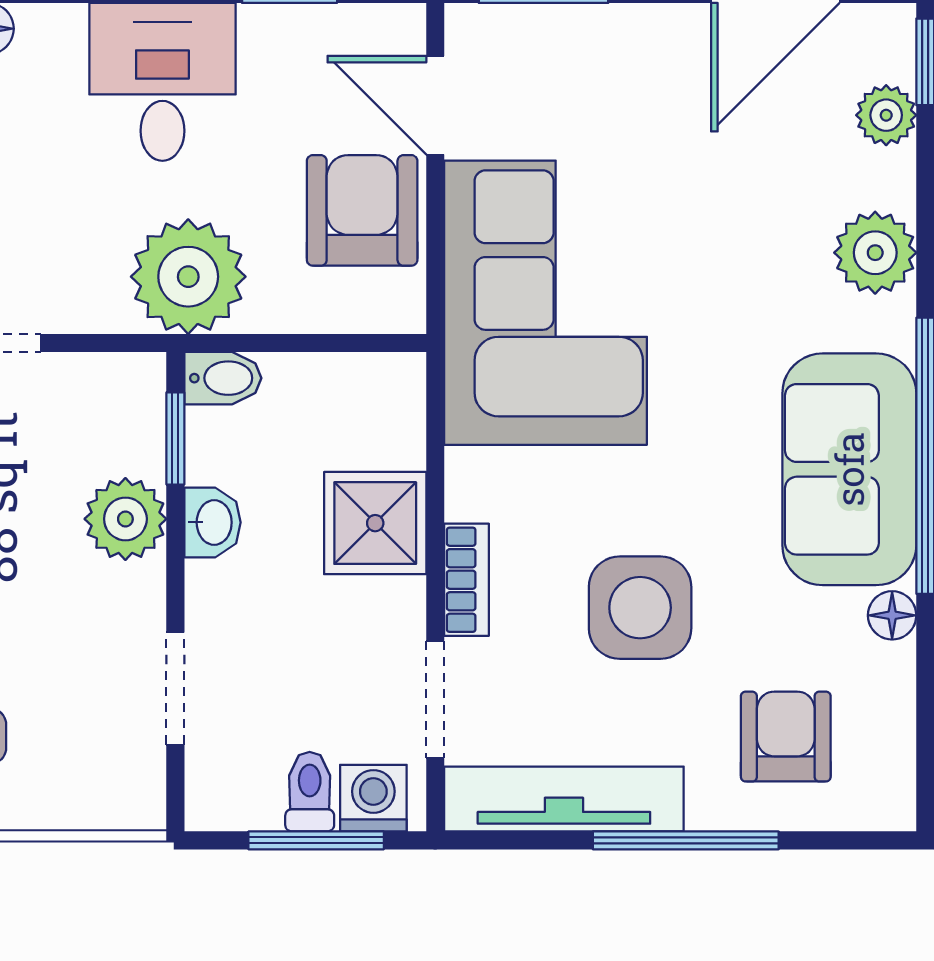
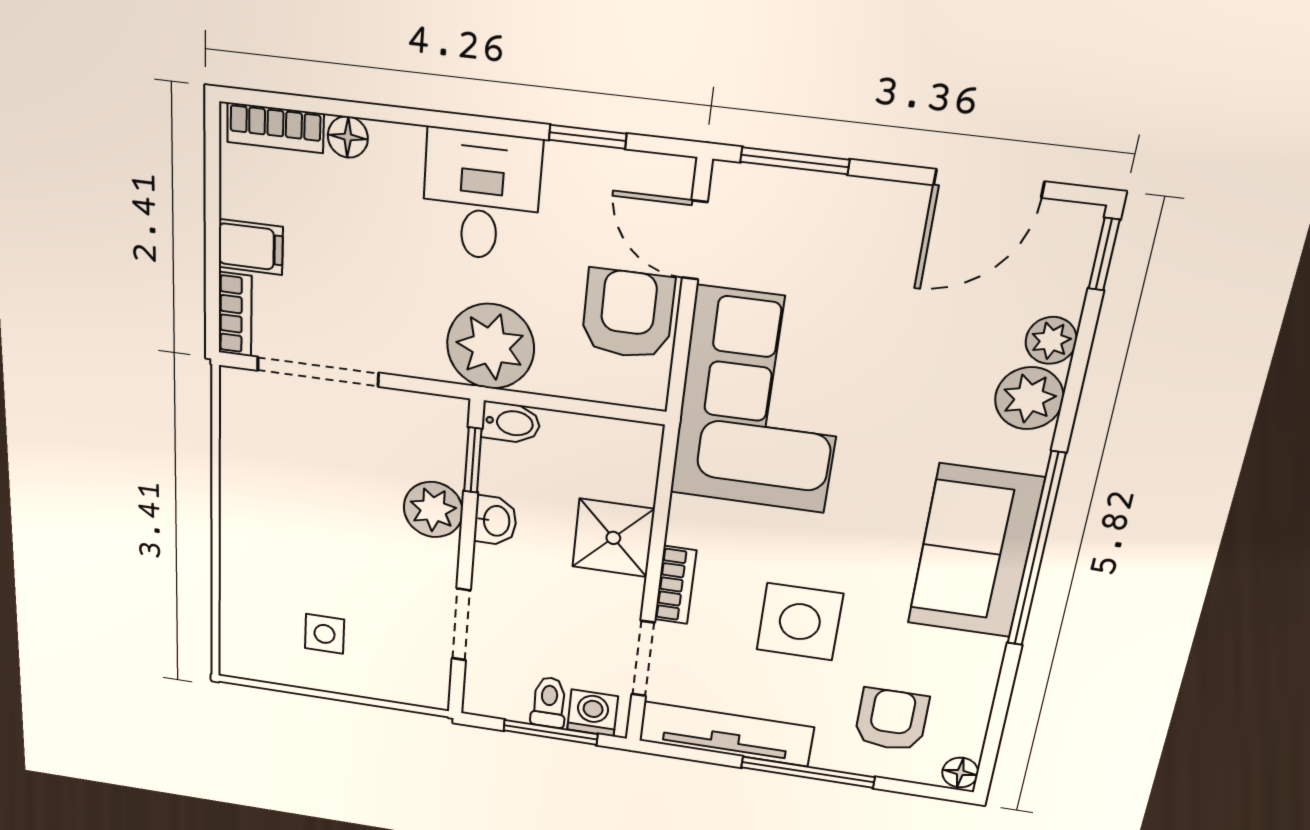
plant: (886, 115) -> (1051, 340), moved
floor lamp: (892, 615) -> (960, 773), moved

